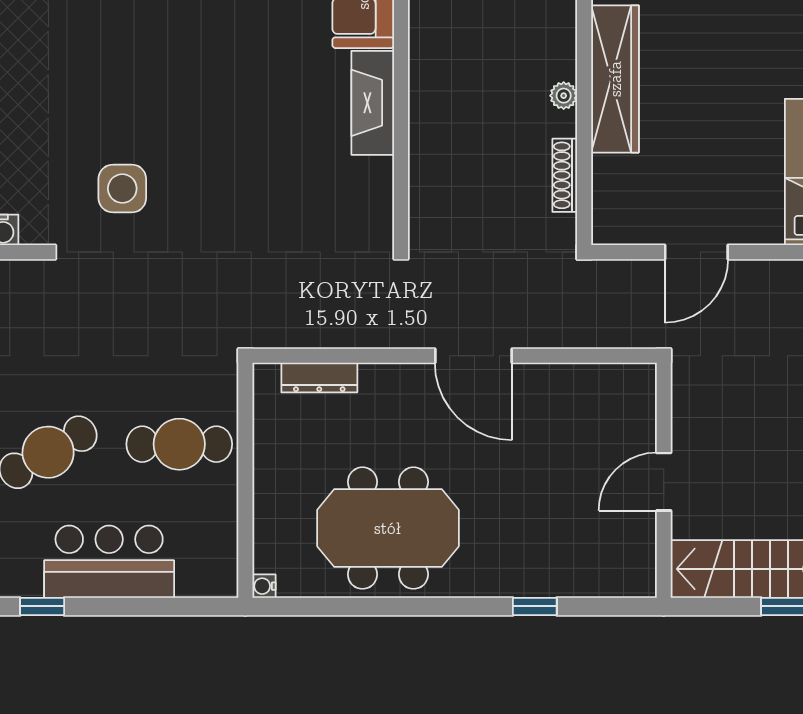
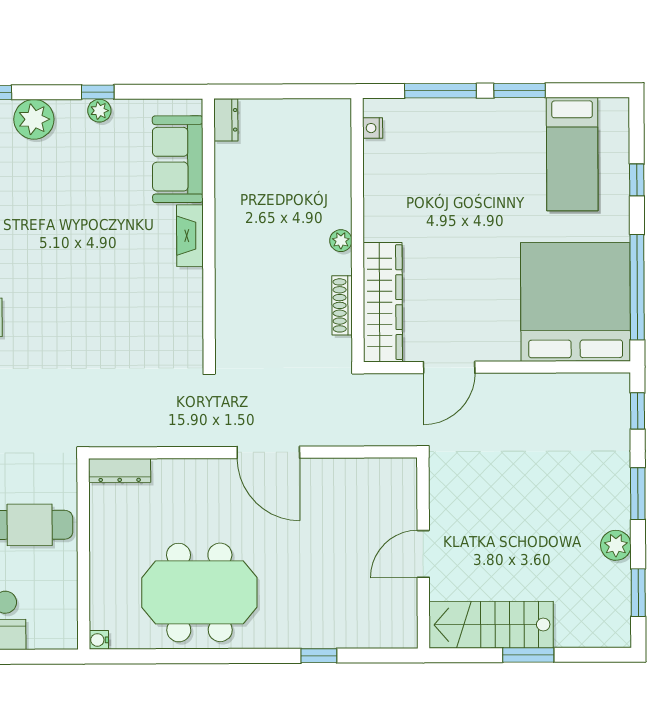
wardrobe: (615, 79) -> (383, 302), moved
fireplace: (373, 103) -> (190, 236), width x0.73, depth x0.76
dresser: (319, 378) -> (120, 470), moved

